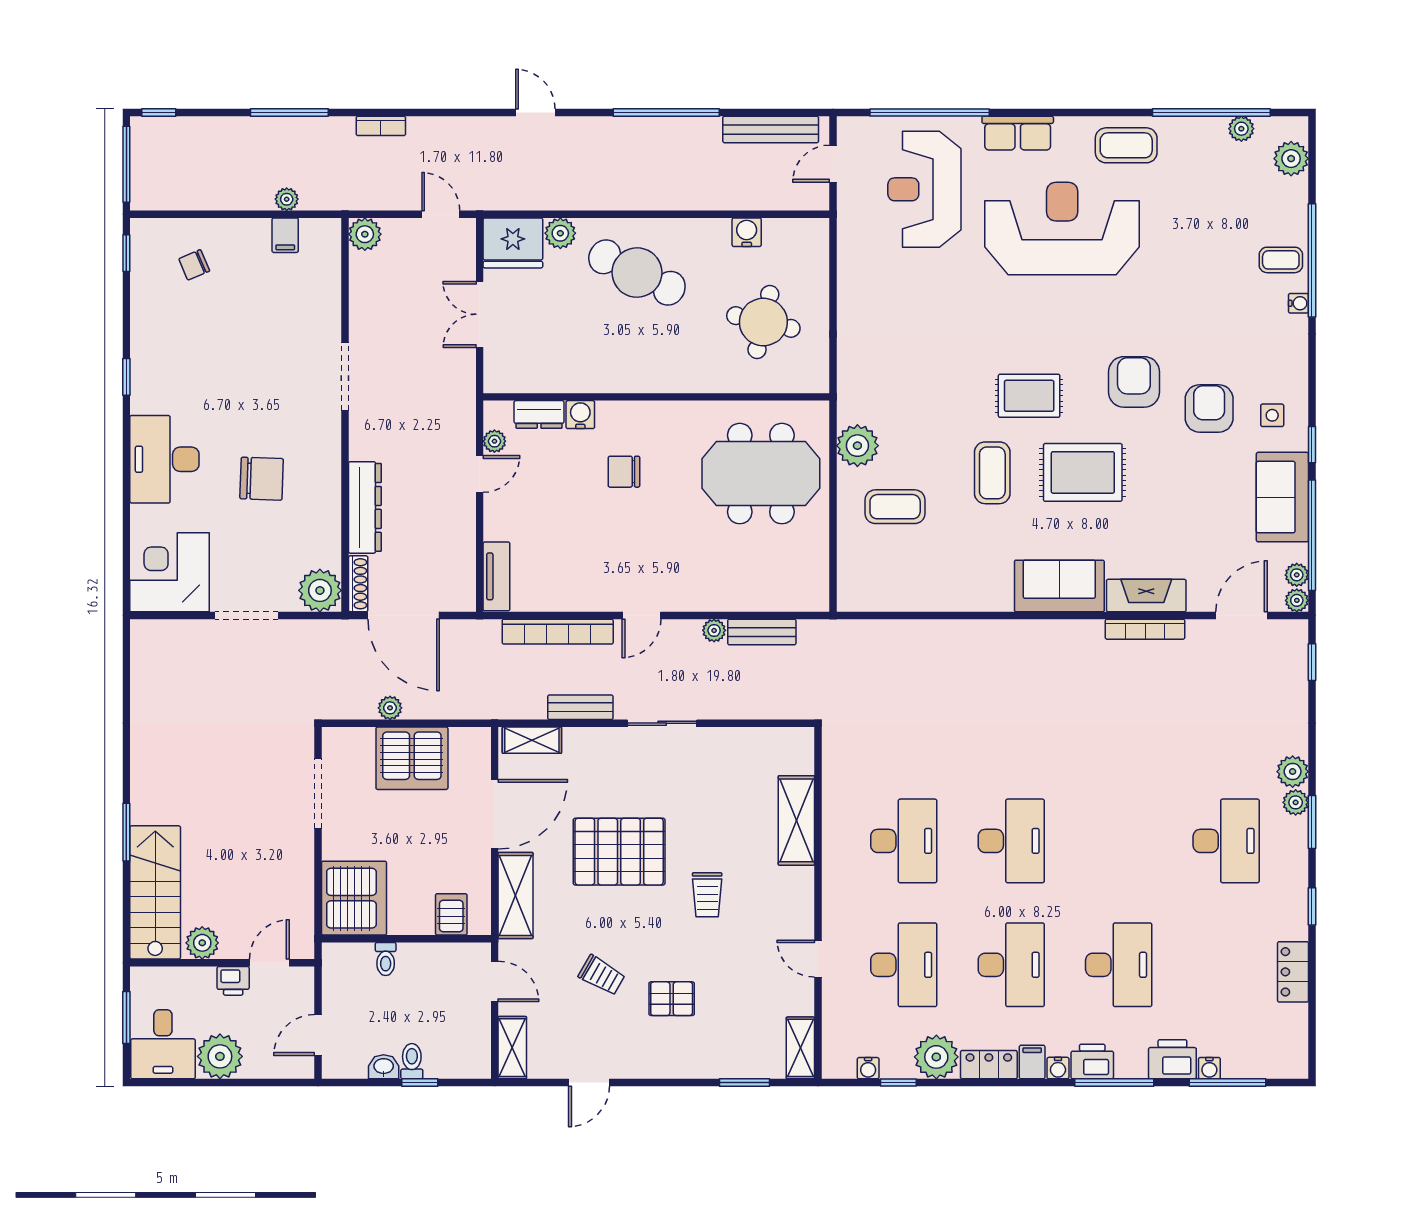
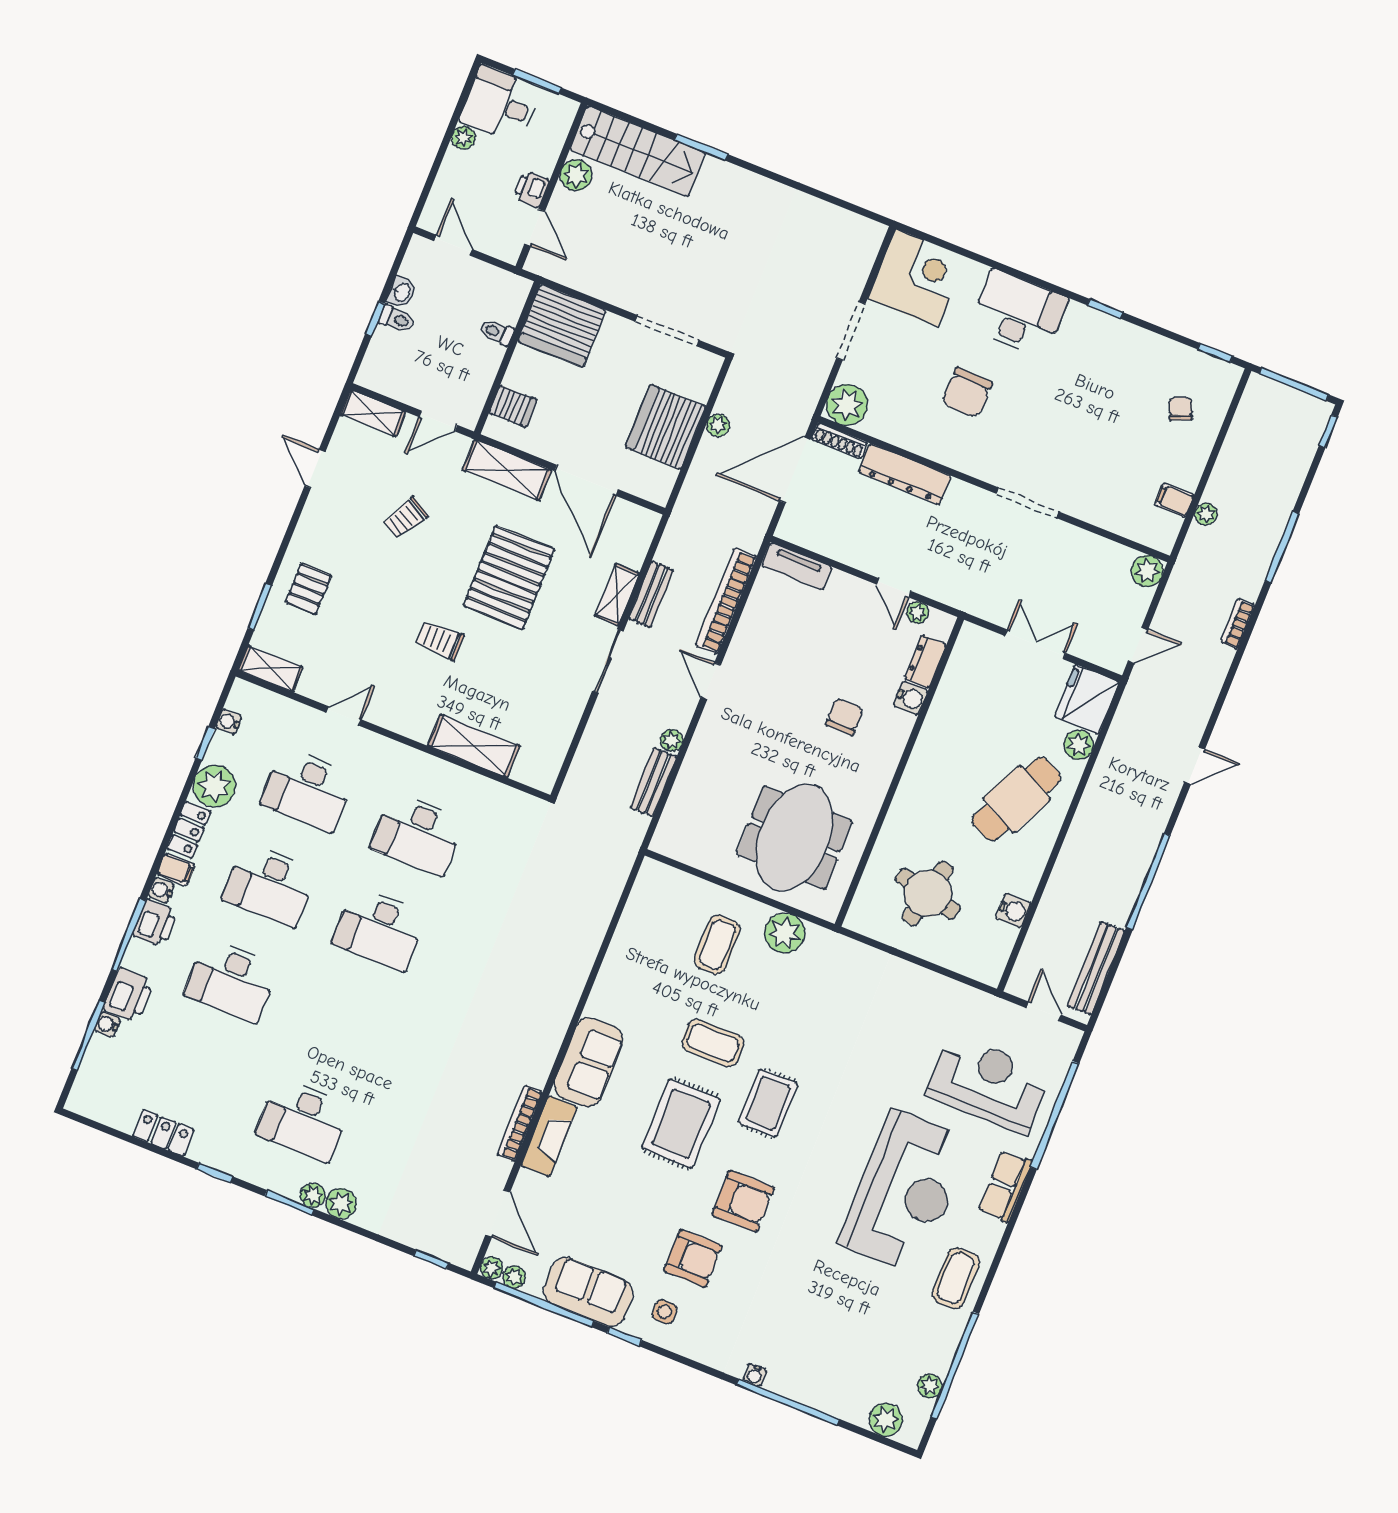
coffee table: (1281, 260) -> (799, 1375), removed
shelving: (532, 740) -> (617, 595), moved
pallet: (672, 999) -> (308, 589), moved
plant: (220, 1056) -> (463, 138), width x0.53, depth x0.53

